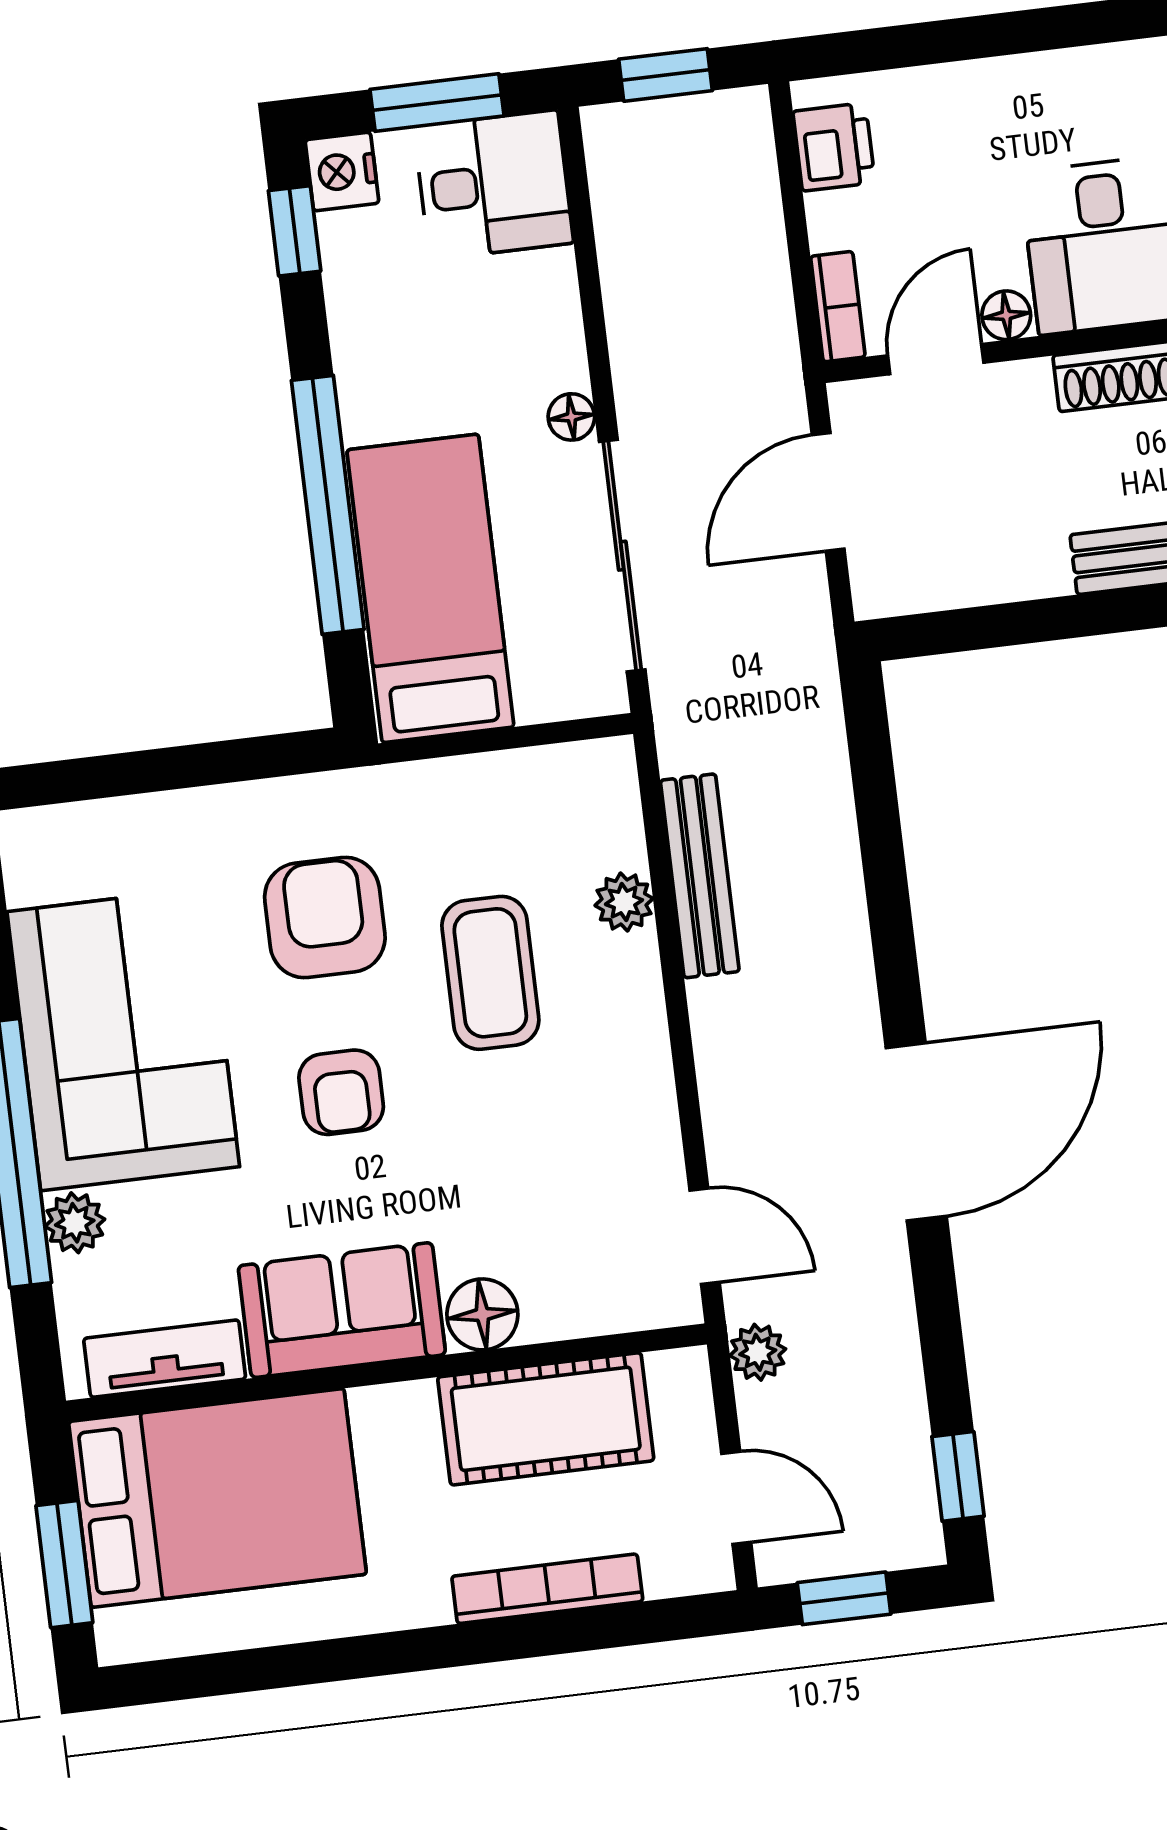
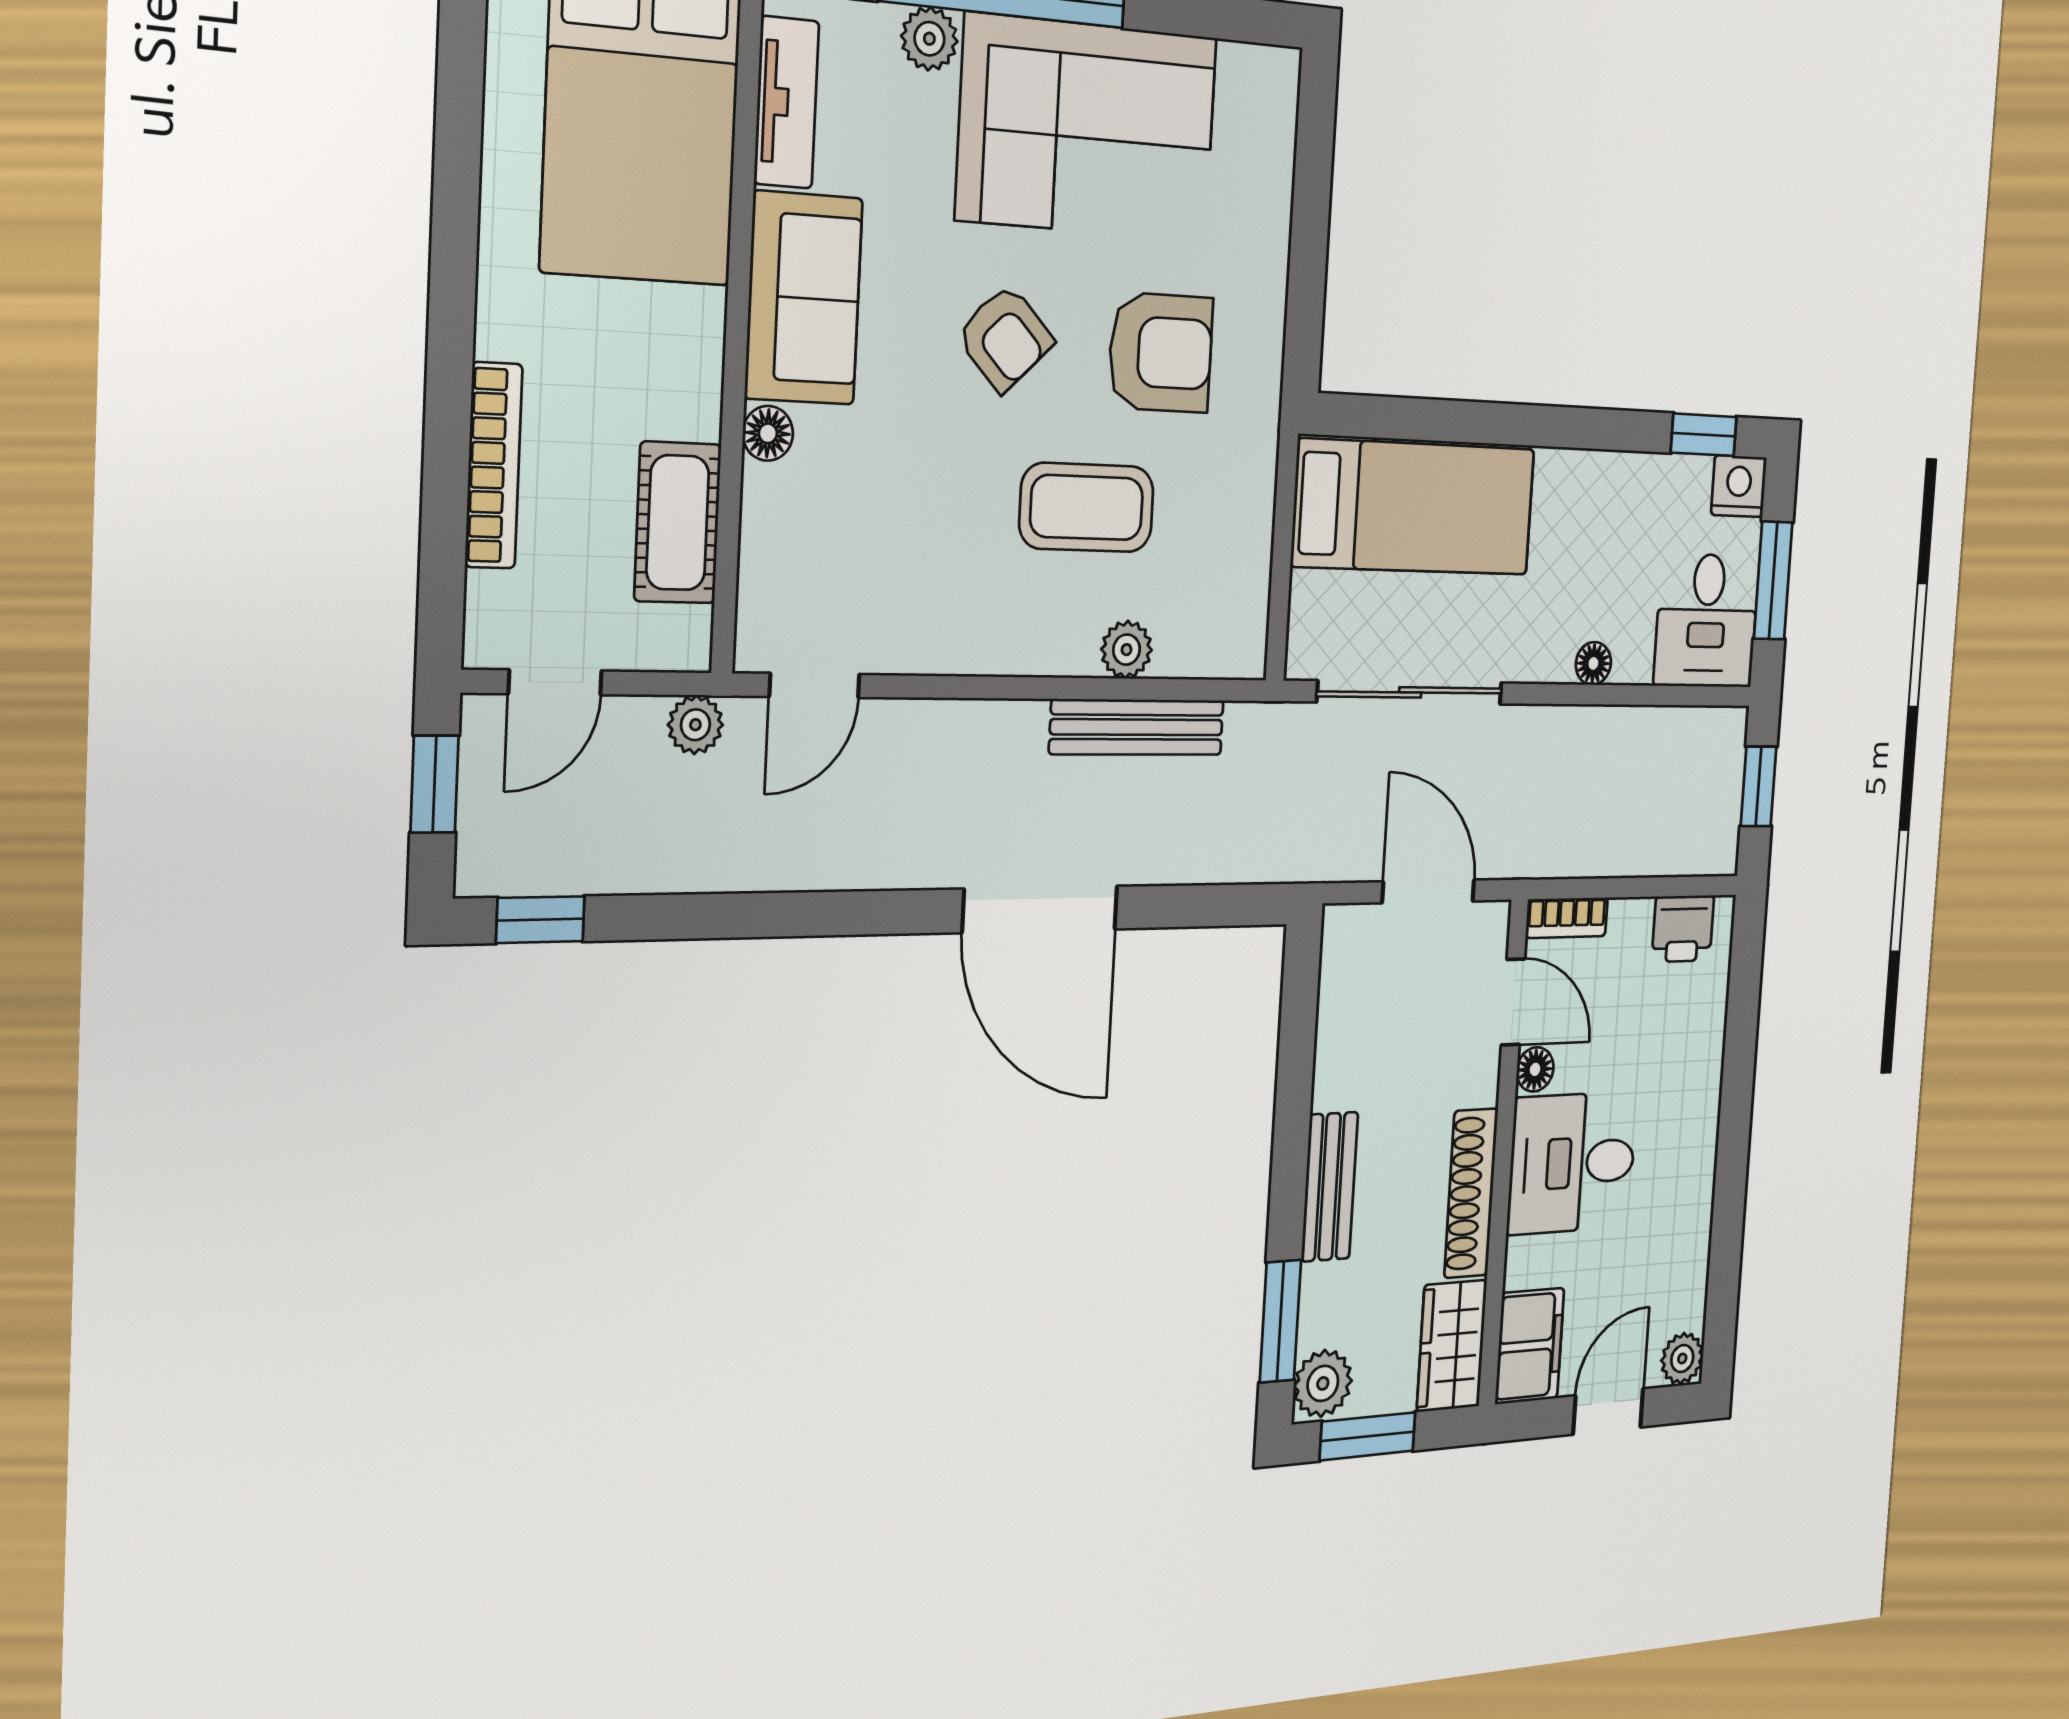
floor lamp: (571, 417) -> (1593, 663), moved
window: (328, 505) -> (1495, 423), removed
armchair: (341, 1092) -> (1005, 338), turned -134
door: (916, 1132) -> (1040, 909), moved
floor lamp: (482, 1314) -> (768, 433), width x0.73, depth x0.73
cot: (546, 1419) -> (678, 523), width x0.73, depth x0.75

